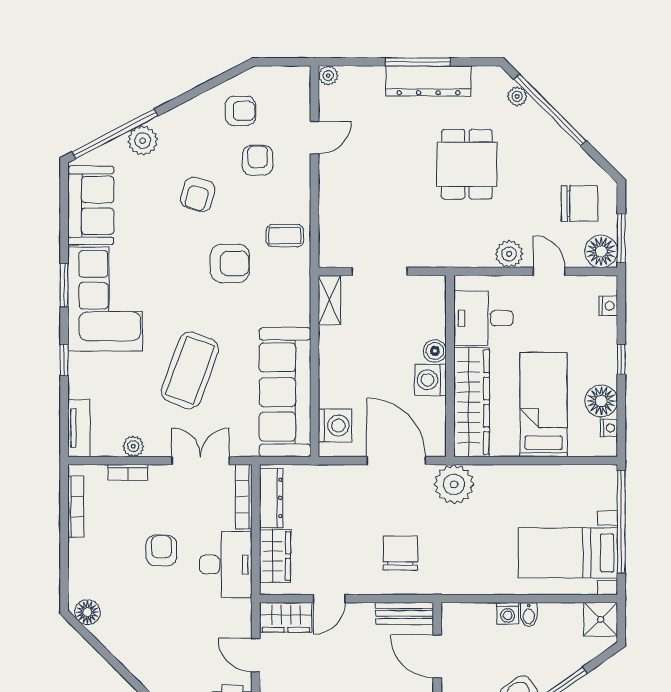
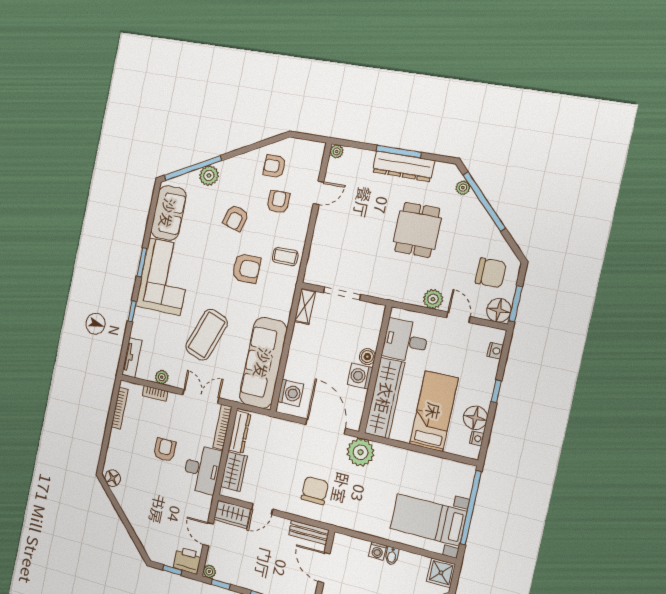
armchair: (240, 111) -> (274, 166), turned 180

